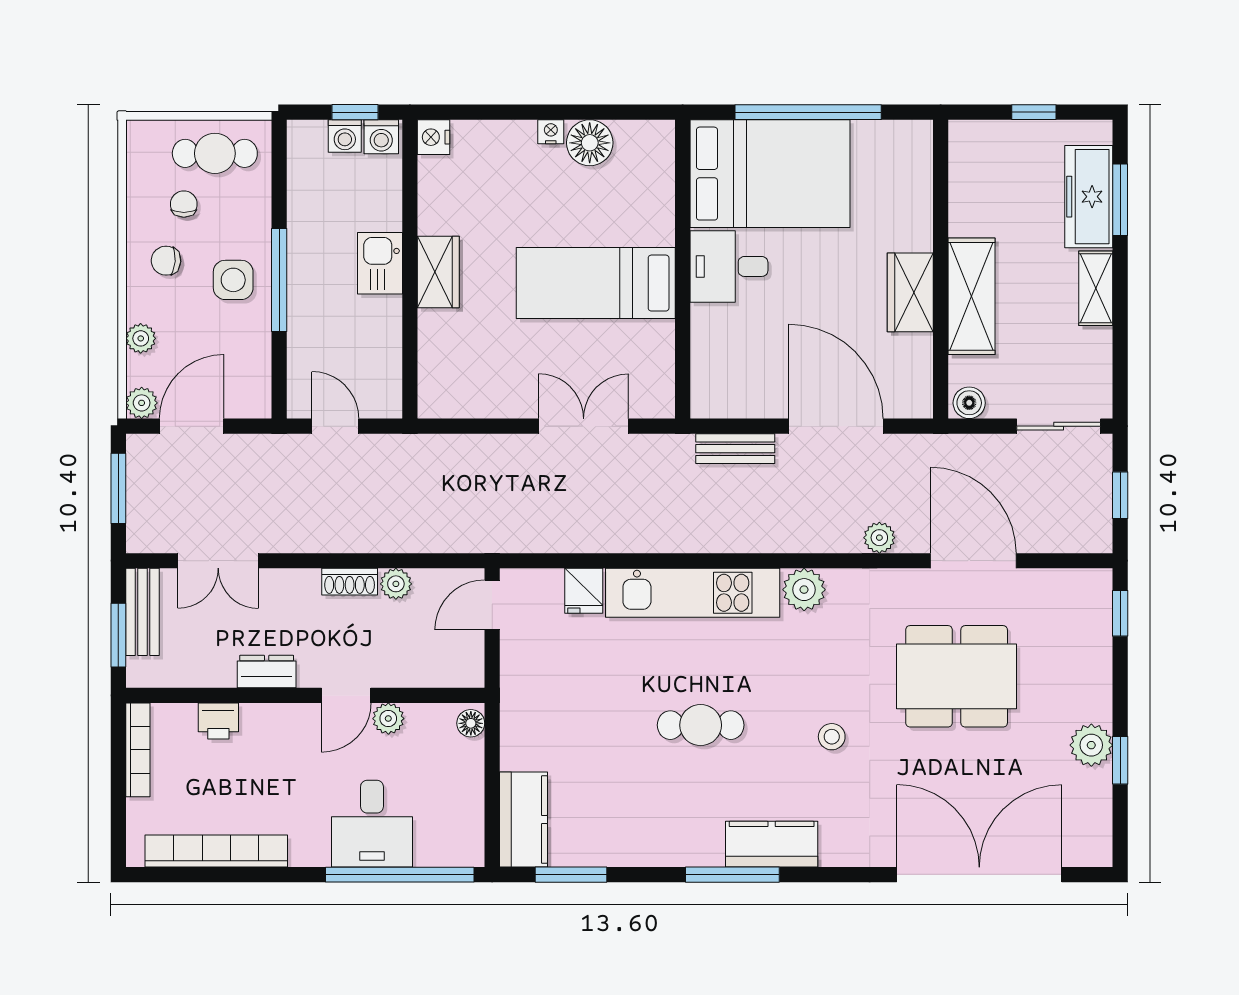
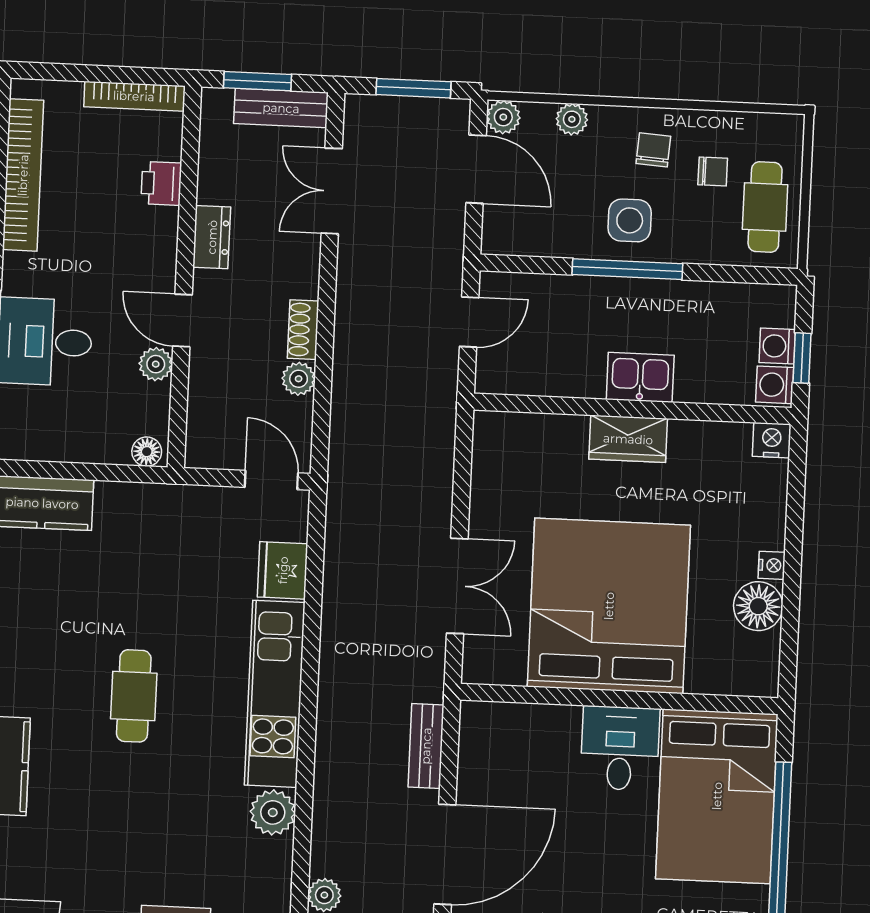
bed: (596, 283) -> (609, 606), width x2.04
fridge: (584, 591) -> (283, 570), width x1.38
stool: (832, 737) -> (115, 835), removed

